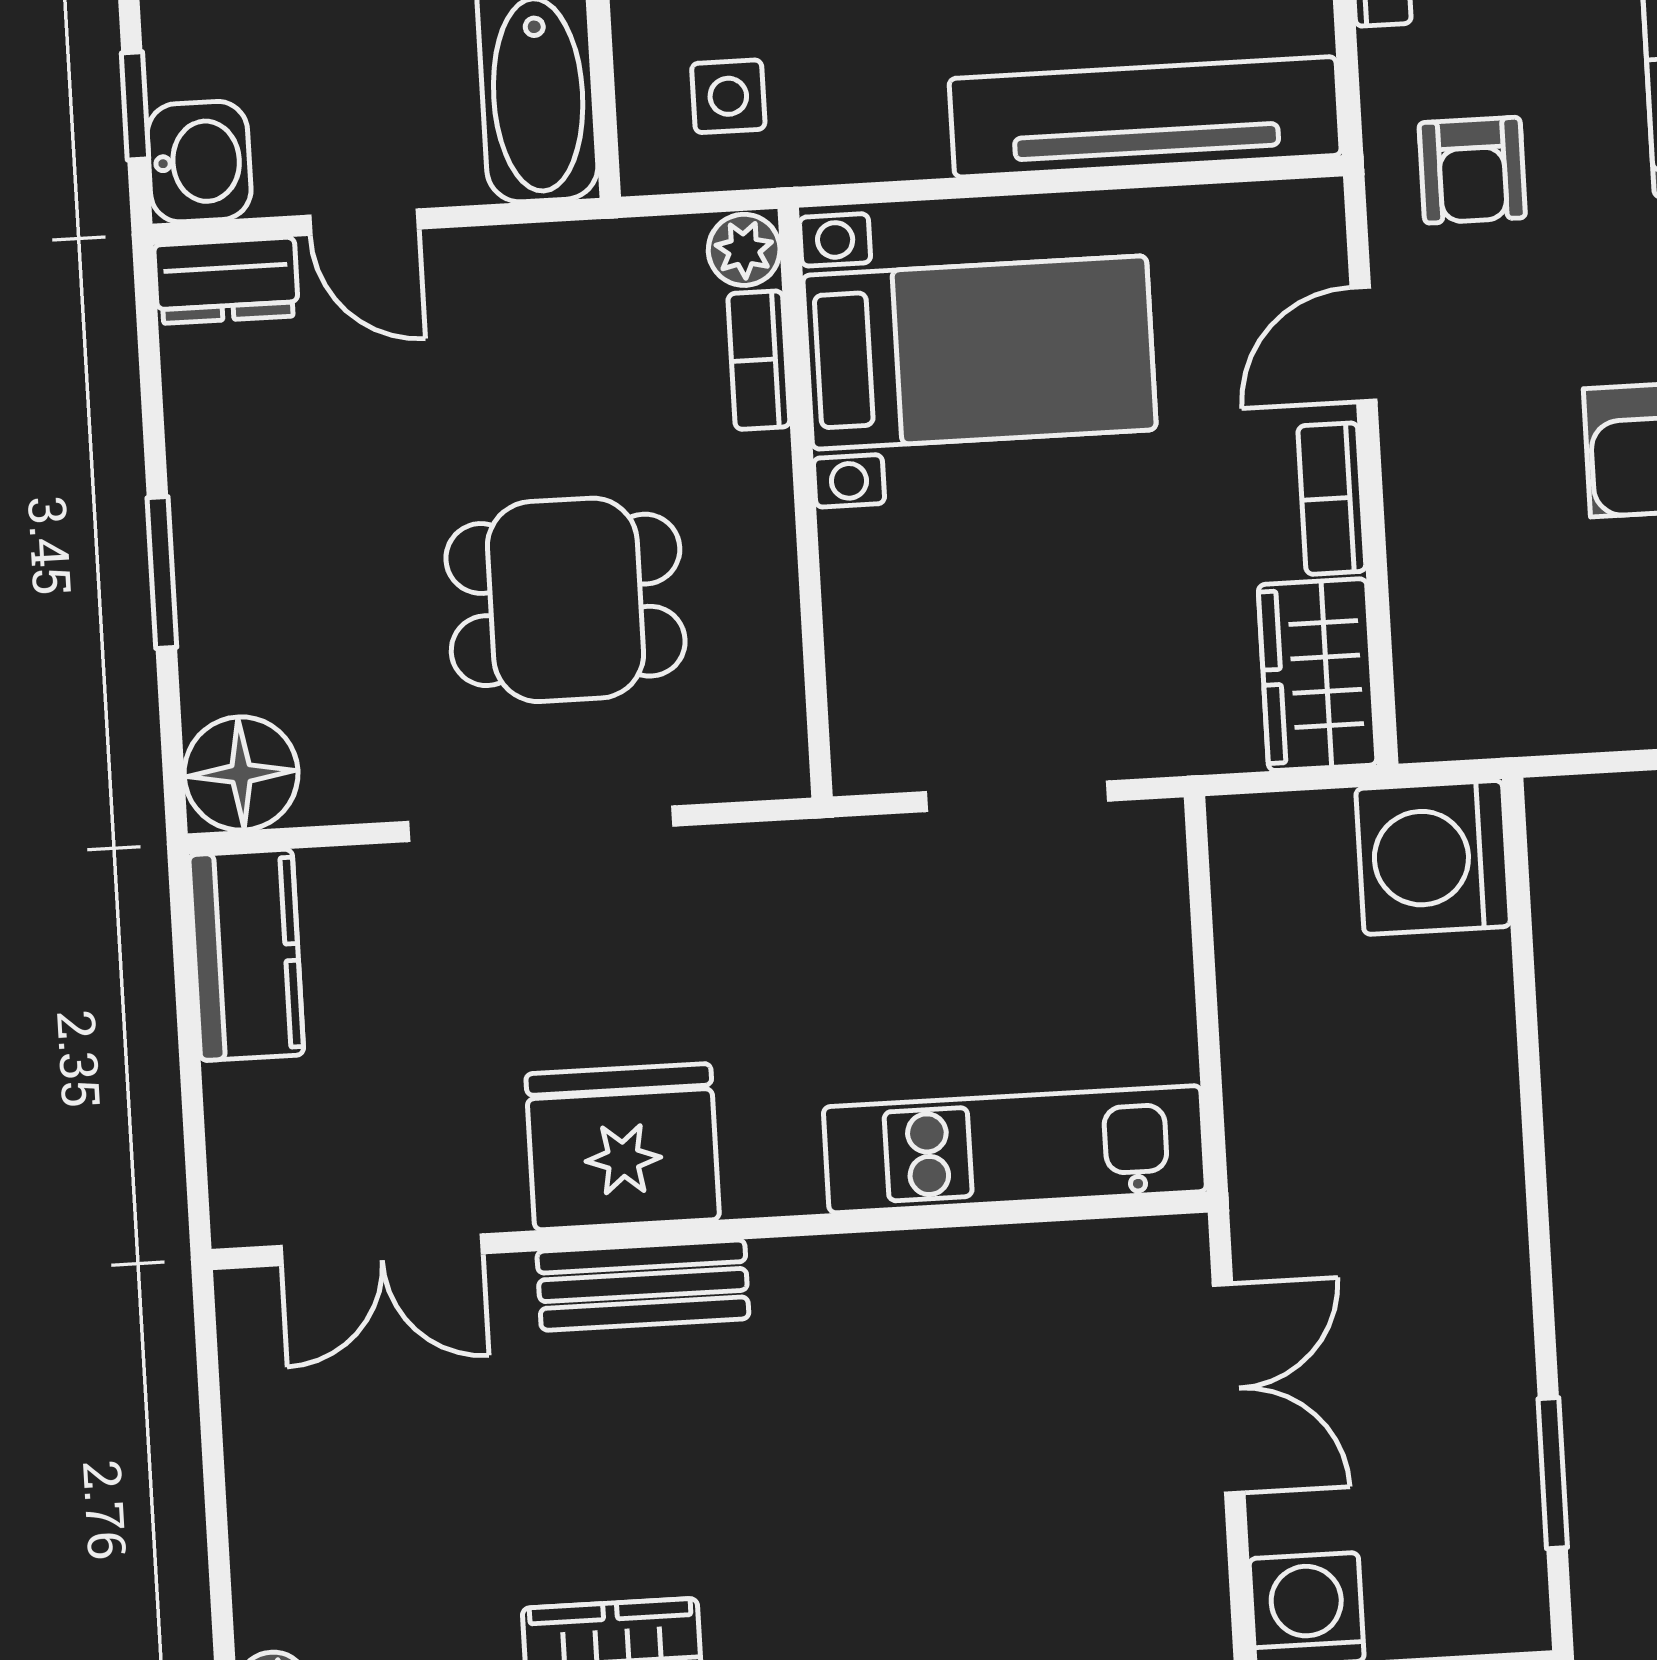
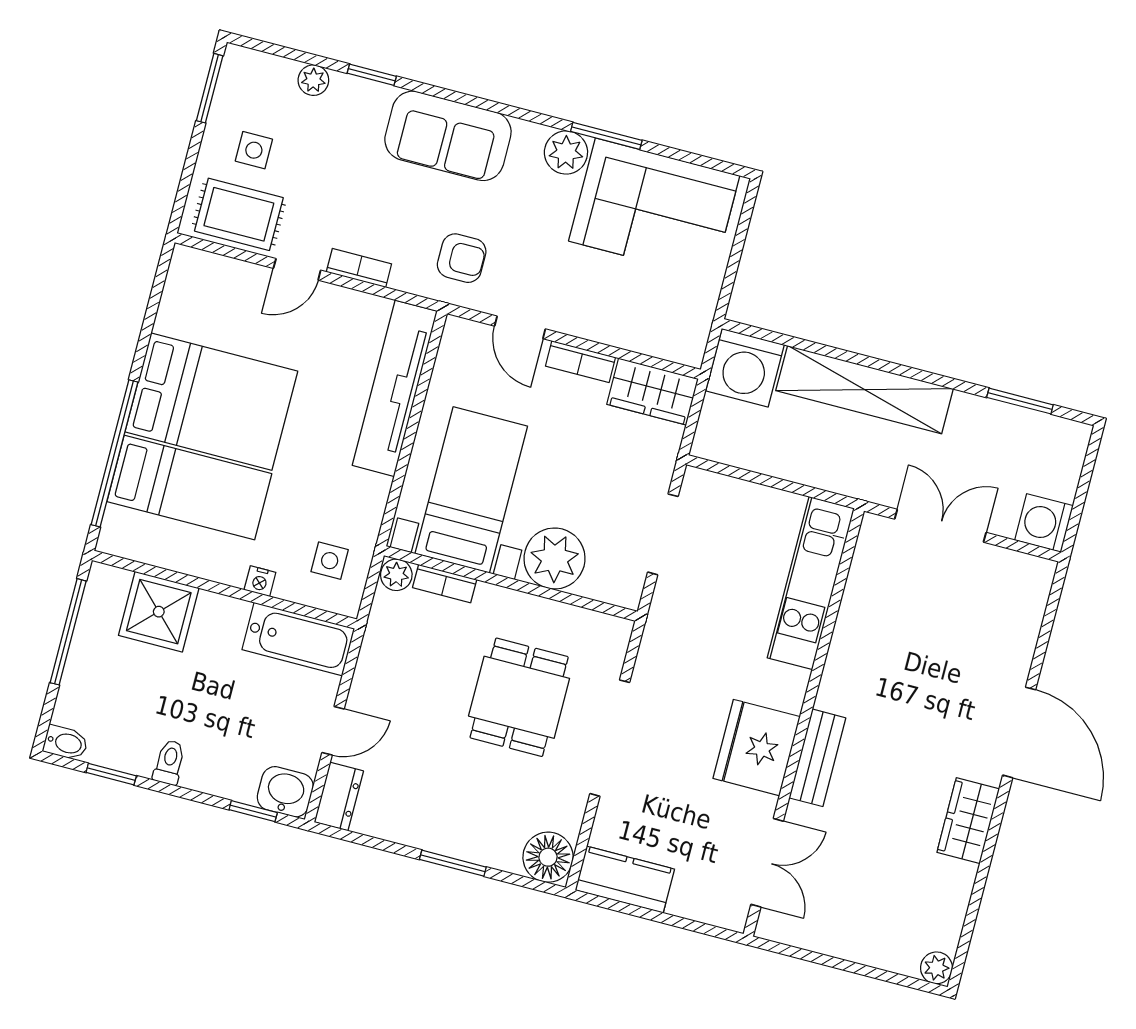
plant: (889, 580) -> (555, 558), added
shelving: (1469, 1130) -> (865, 390), added

